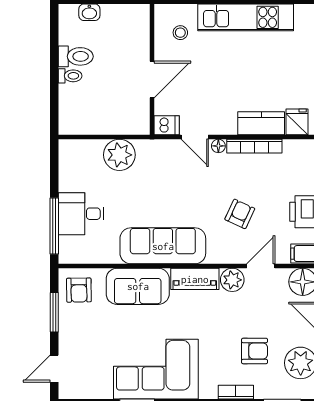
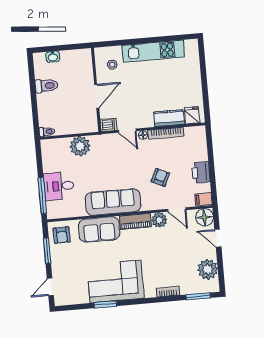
toilet: (70, 76) -> (47, 132), moved
door: (261, 266) -> (177, 210), swing flipped
armchair: (255, 351) -> (178, 264), removed

